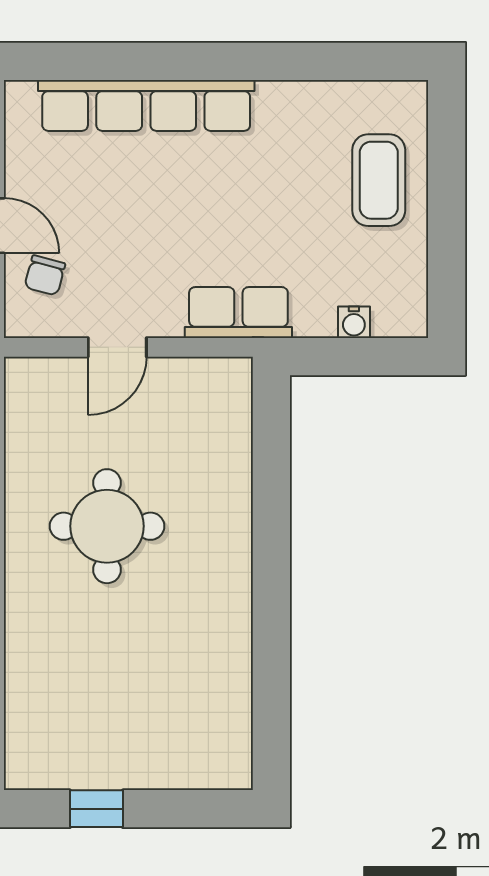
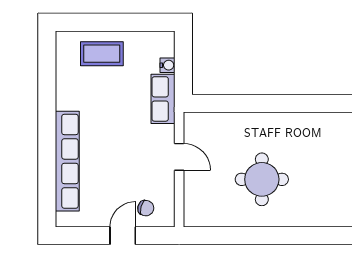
row of seats: (238, 313) -> (163, 99), moved
door: (117, 347) -> (179, 157), moved

